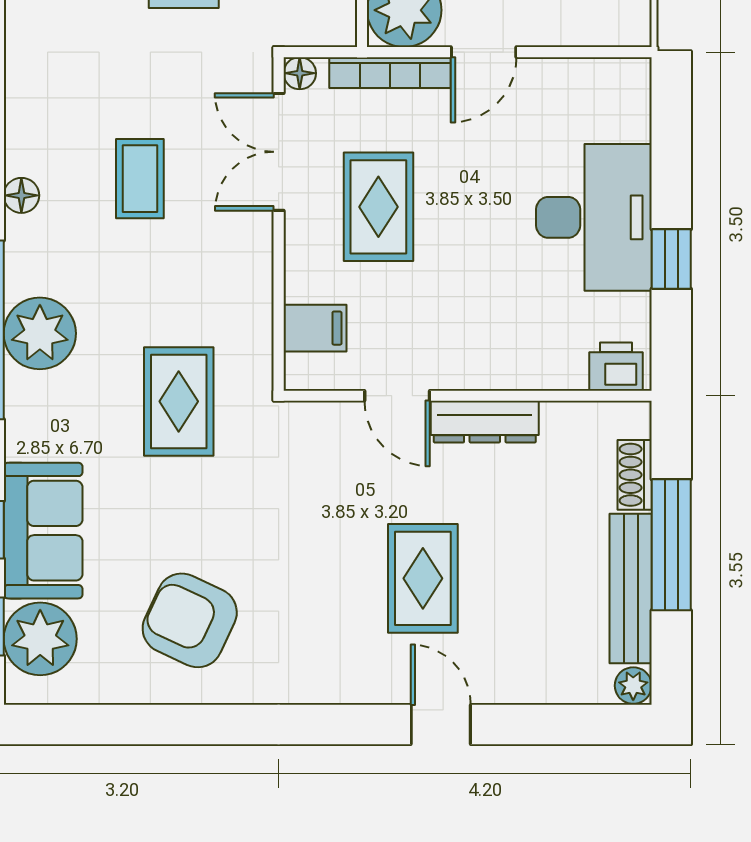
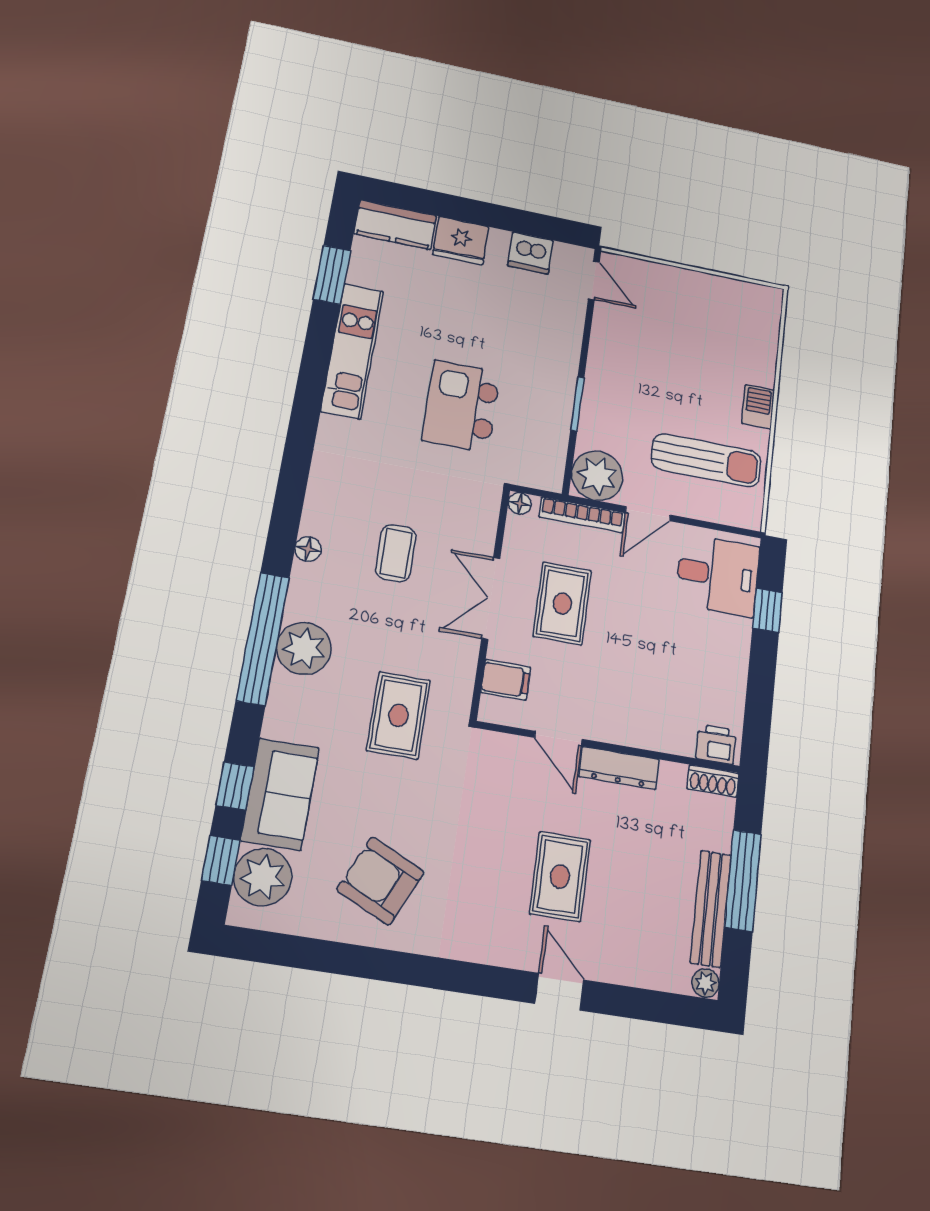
double door: (279, 152) -> (491, 598), moved
desk: (594, 217) -> (718, 575), moved, width x0.73
window: (671, 259) -> (767, 610), moved
shoe rack: (635, 475) -> (713, 781), moved, turned -90

